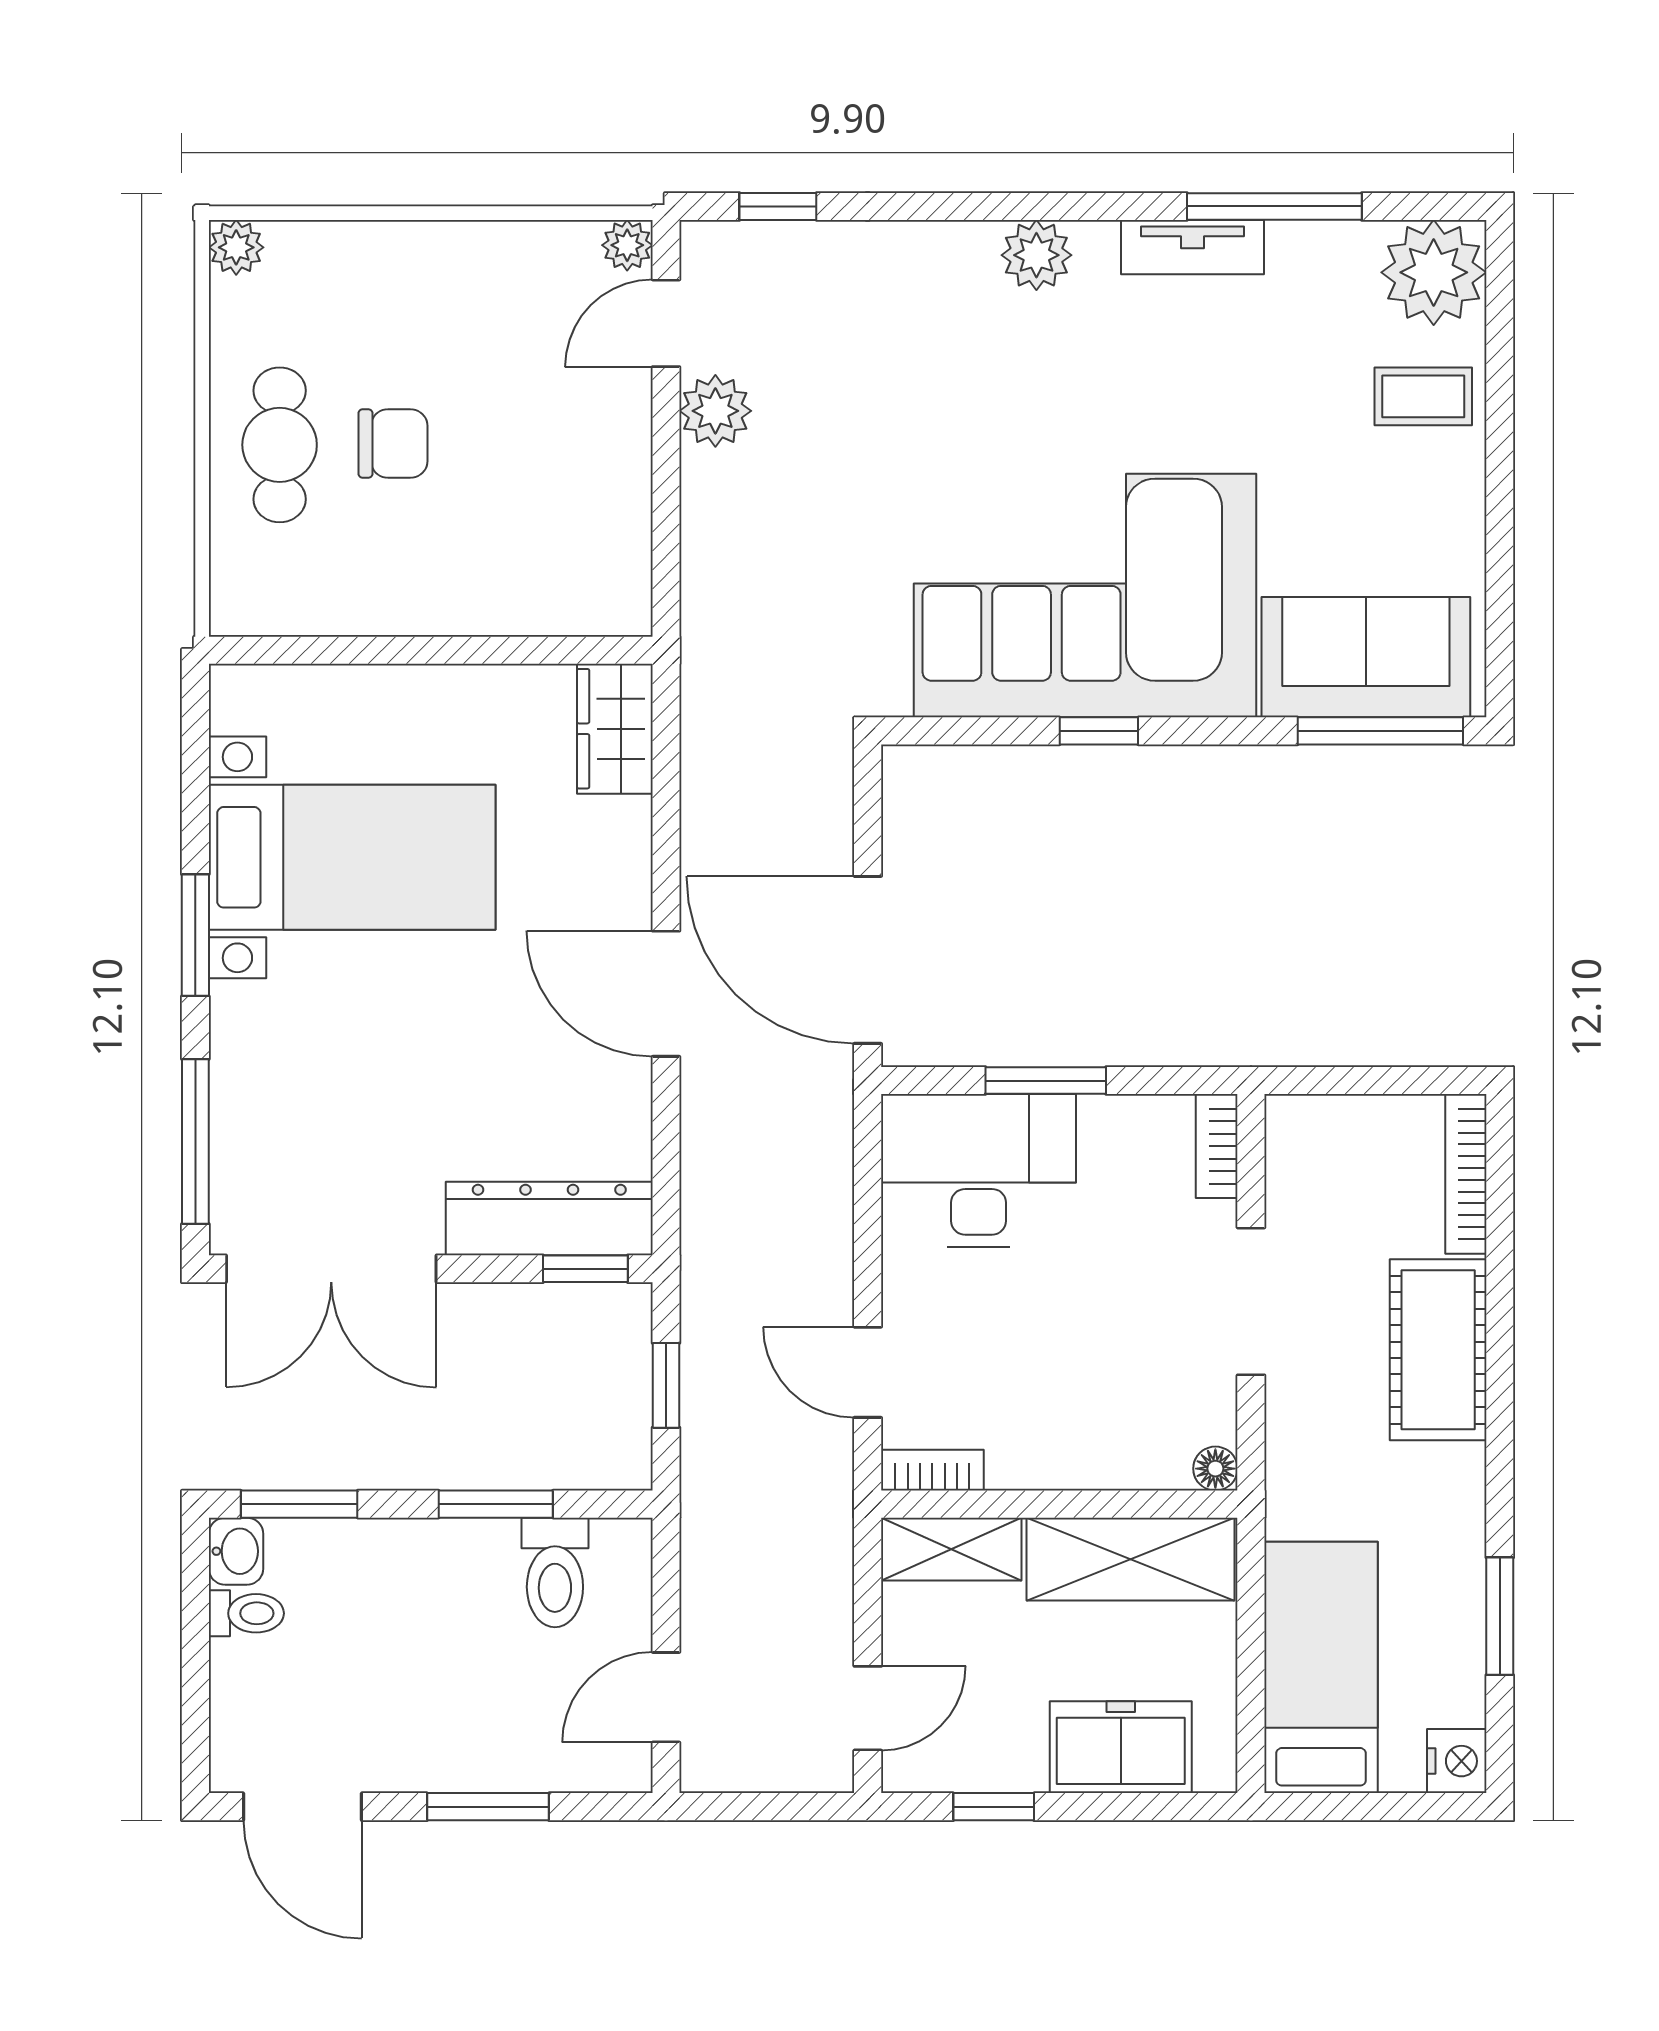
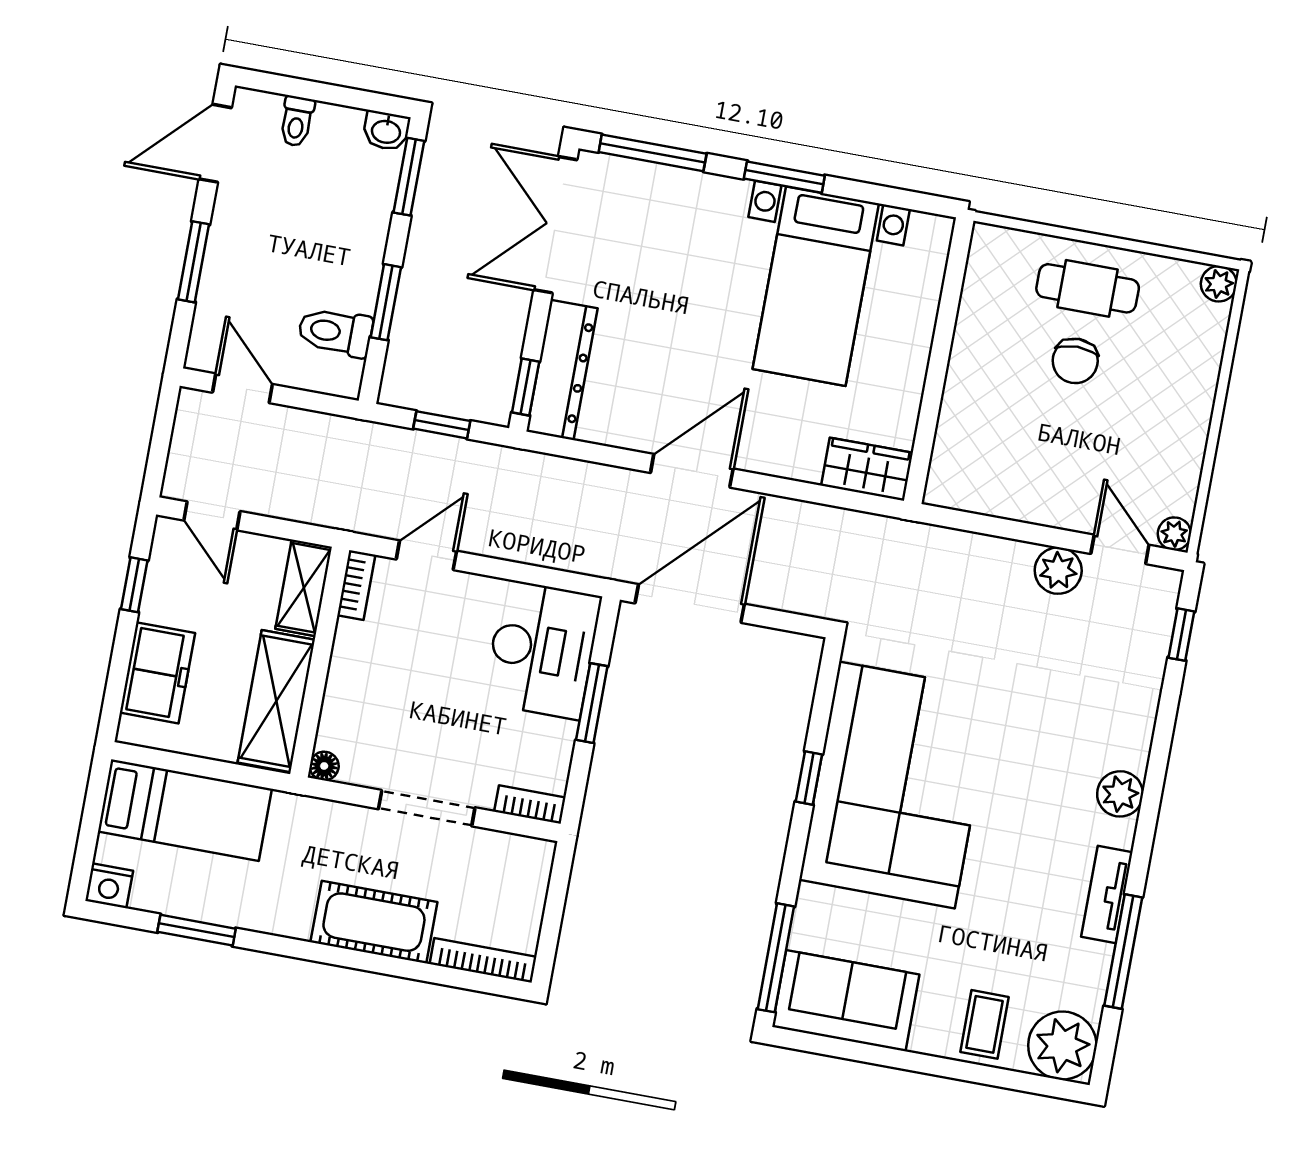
sofa: (1366, 657) -> (846, 1001), moved, turned -90
toilet: (246, 1613) -> (297, 121), moved

